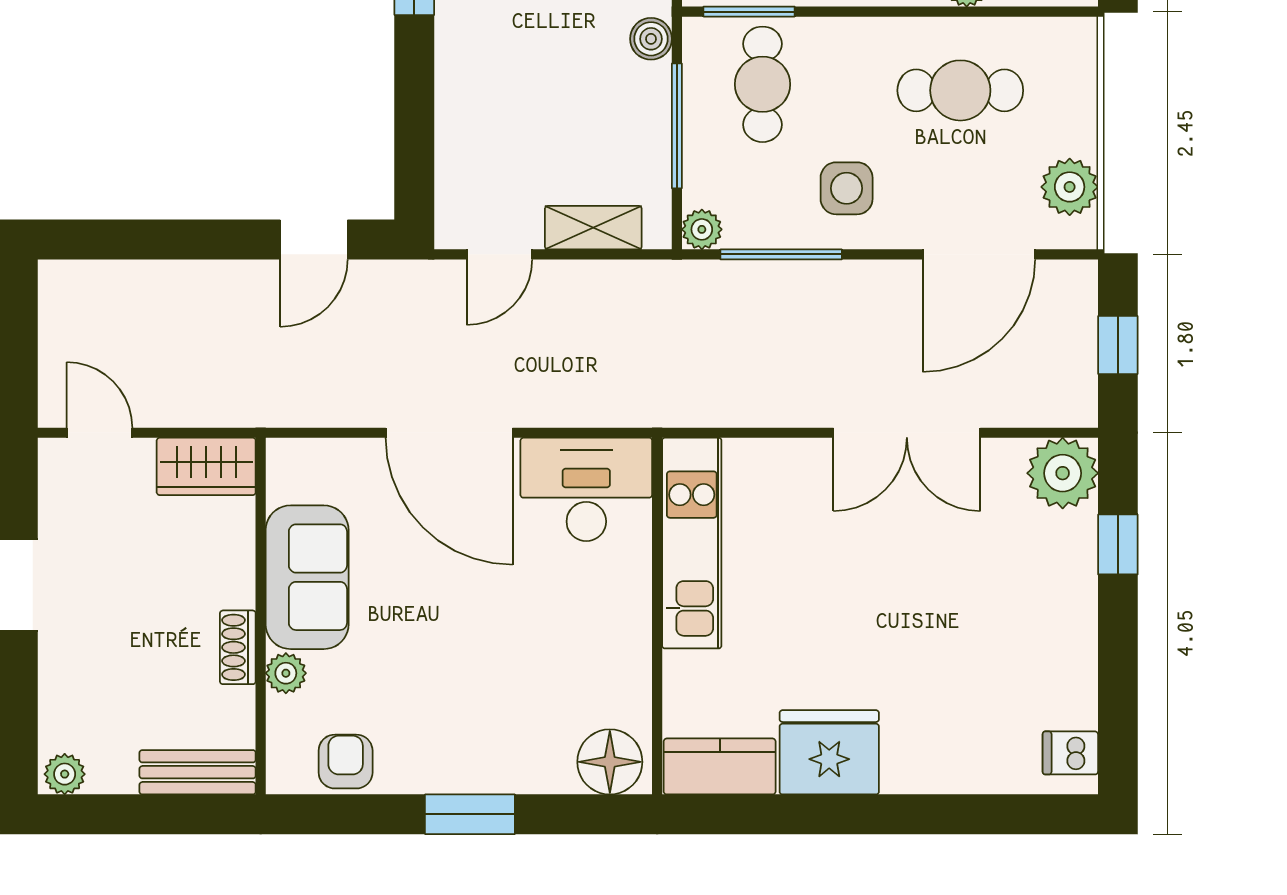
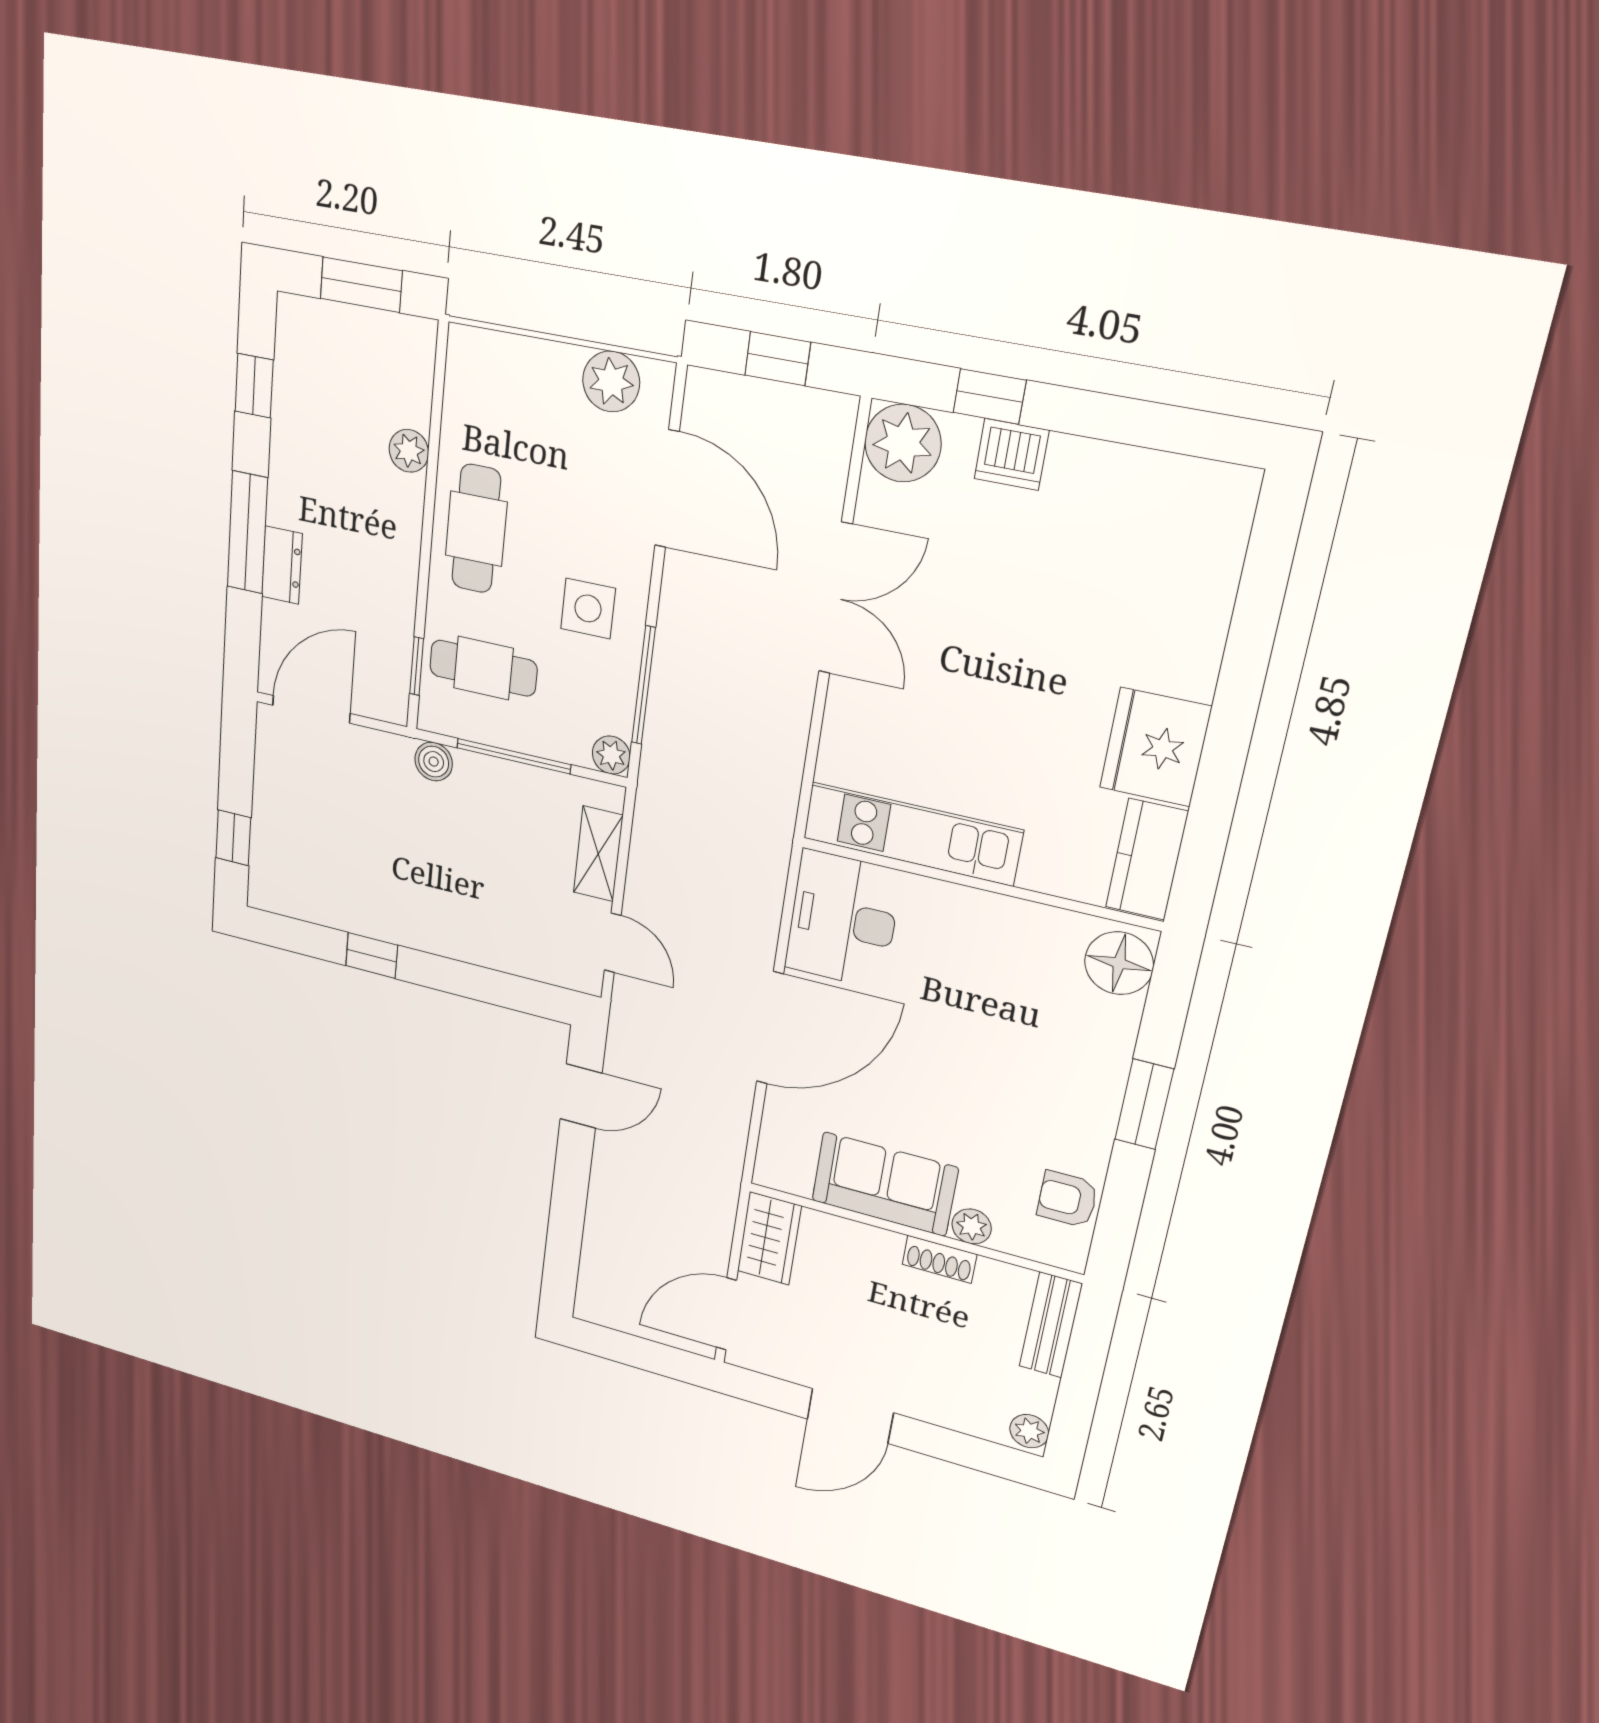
window: (749, 12) -> (417, 666), width x0.67
cafe table: (960, 90) -> (476, 529), moved
door: (314, 239) -> (581, 1096), hinge flipped
door: (99, 433) -> (726, 1314), width x1.38
dishwasher: (1070, 753) -> (1012, 454), moved, width x1.38

